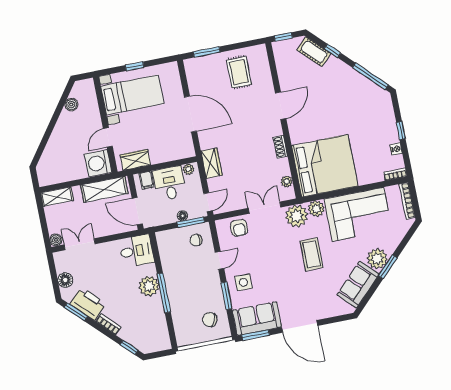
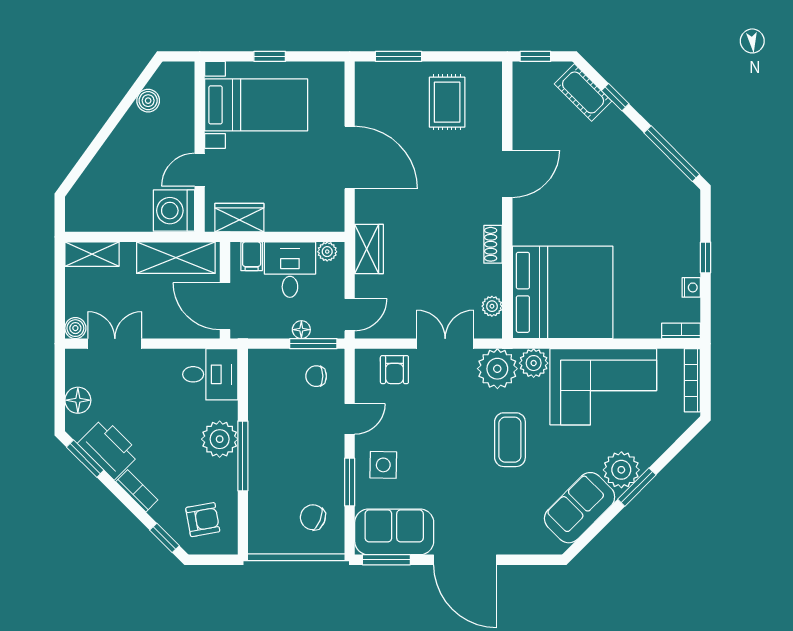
armchair: (148, 333) -> (203, 520), added

